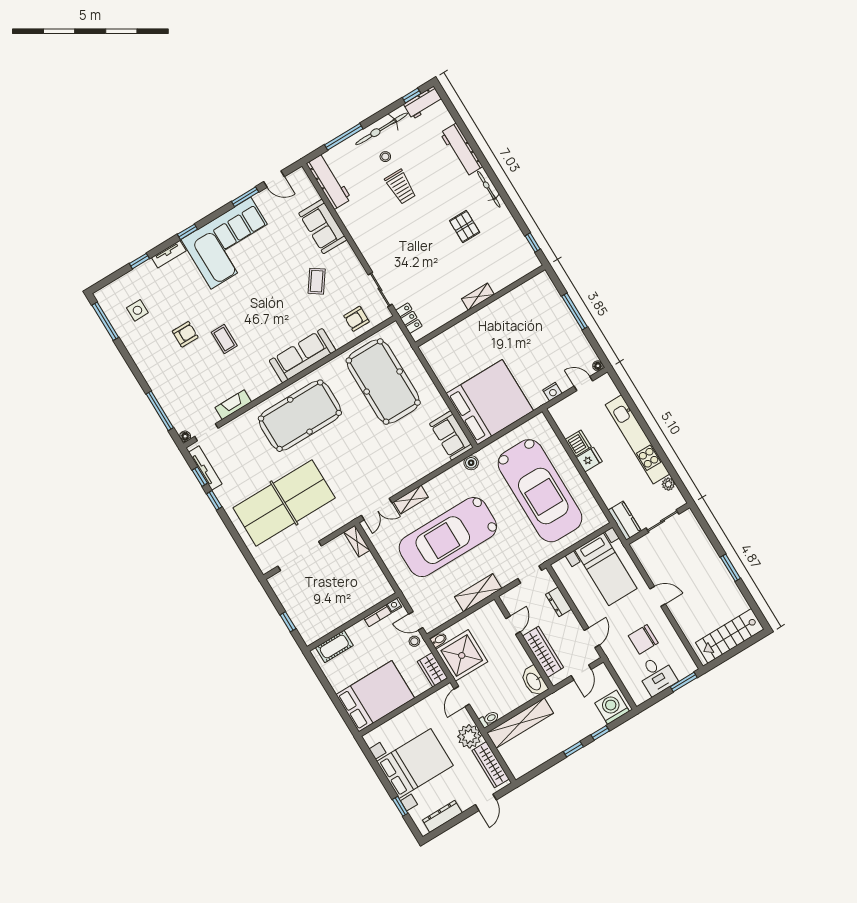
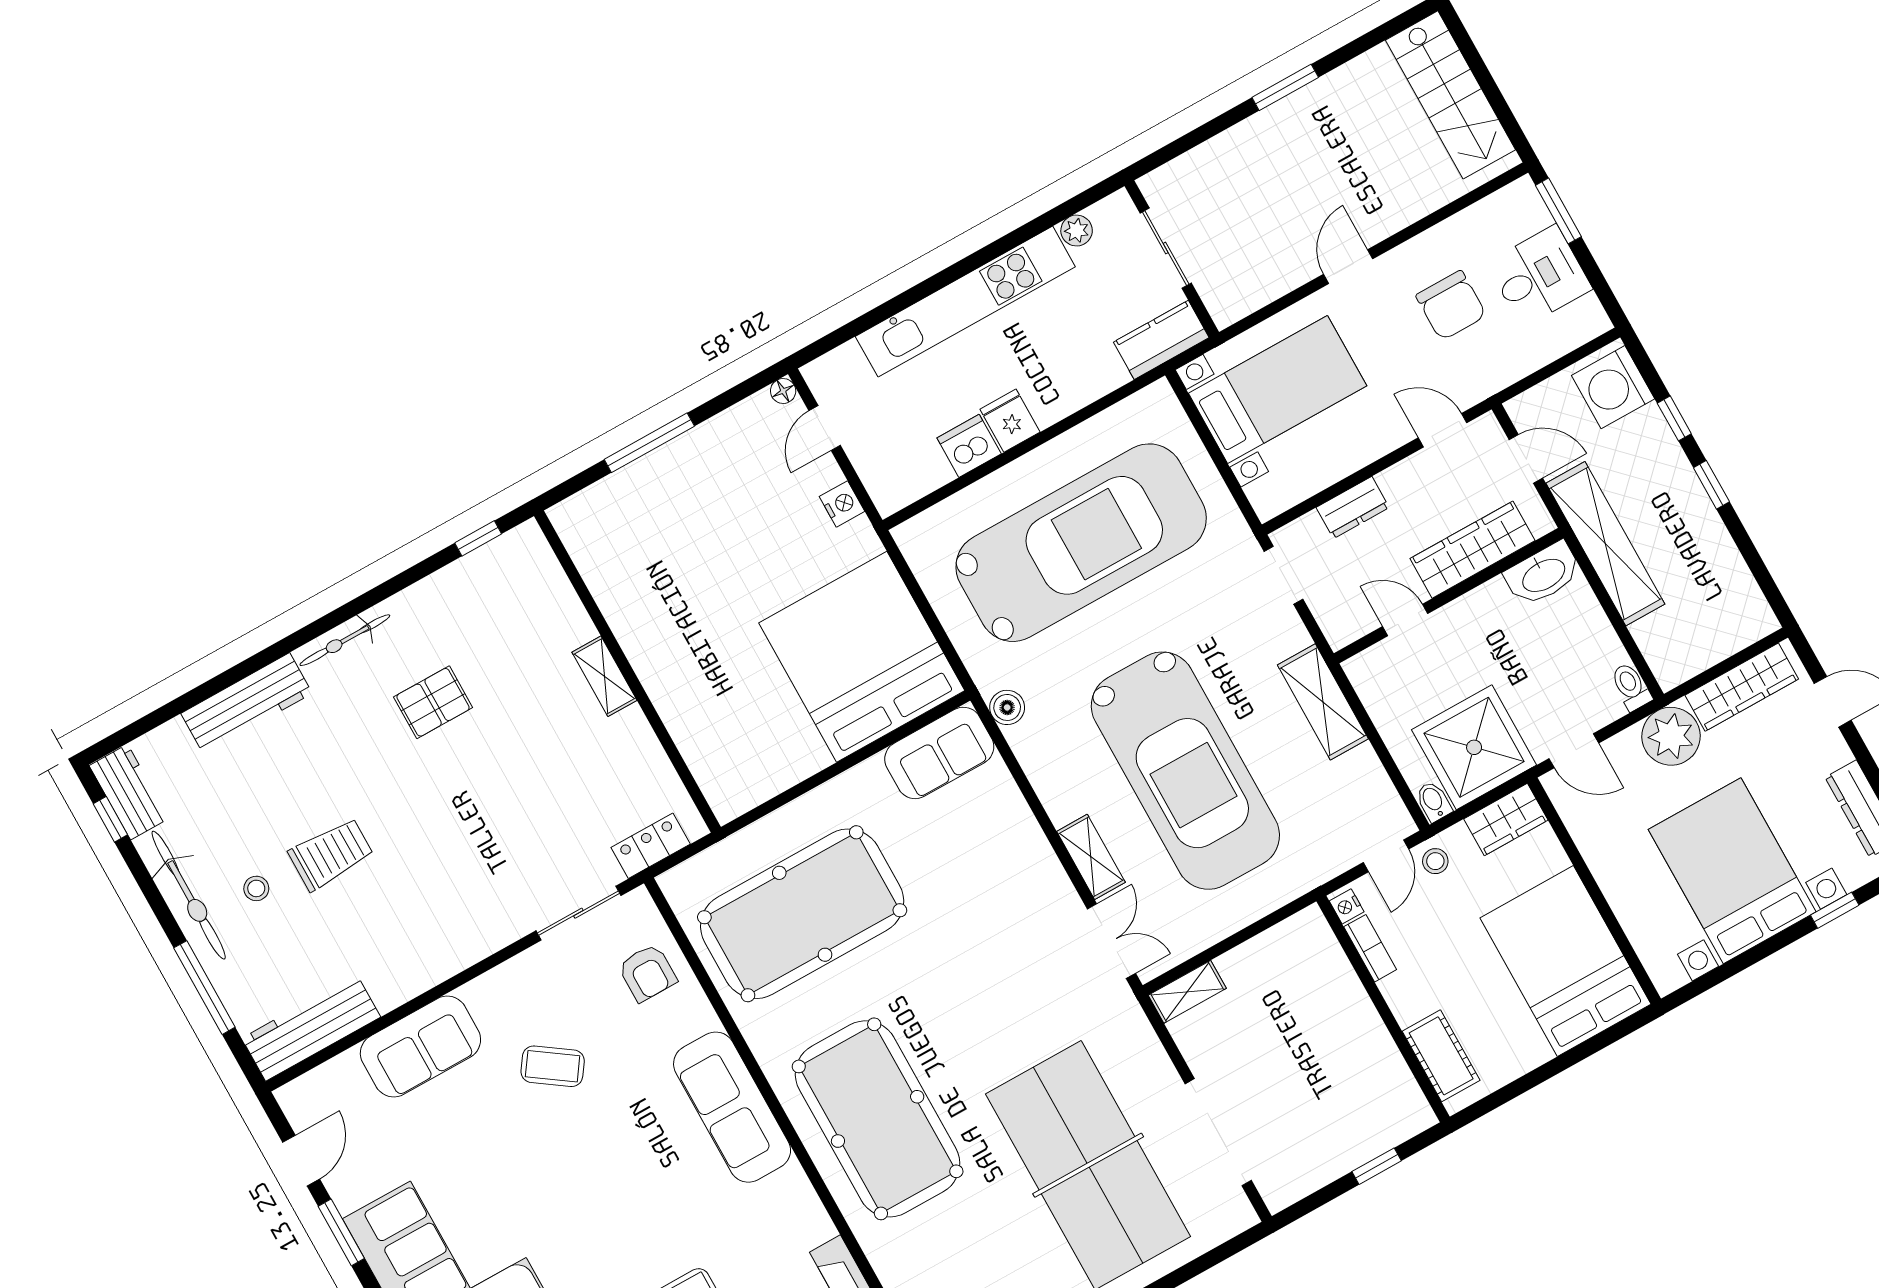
shelving: (520, 723) -> (1605, 544), moved

